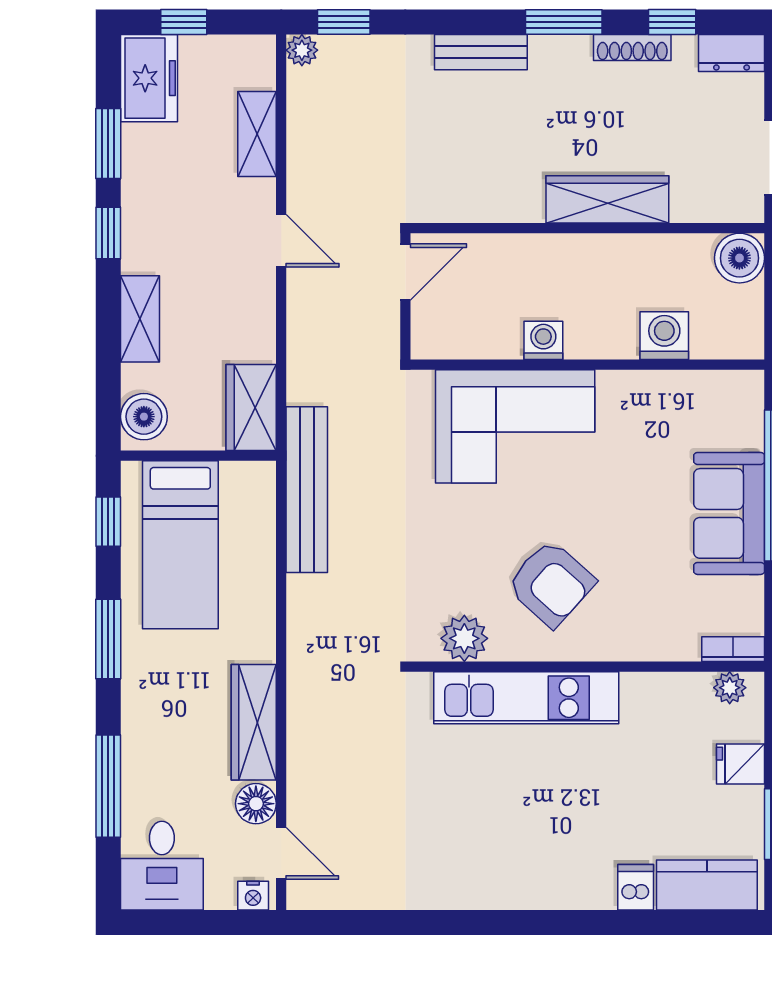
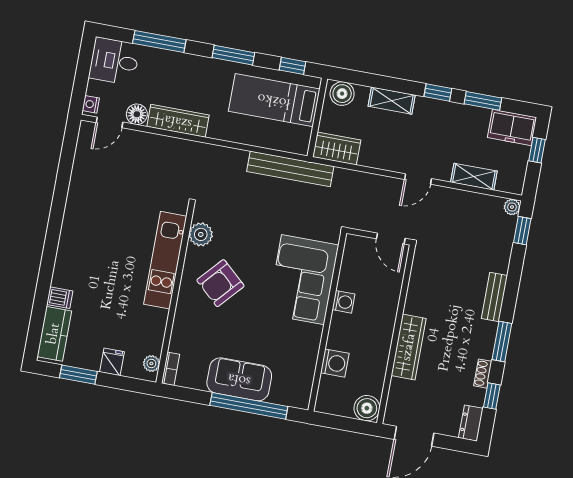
shoe rack: (632, 48) -> (483, 374), width x0.70

